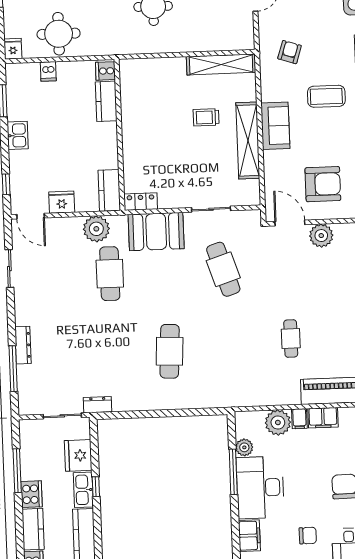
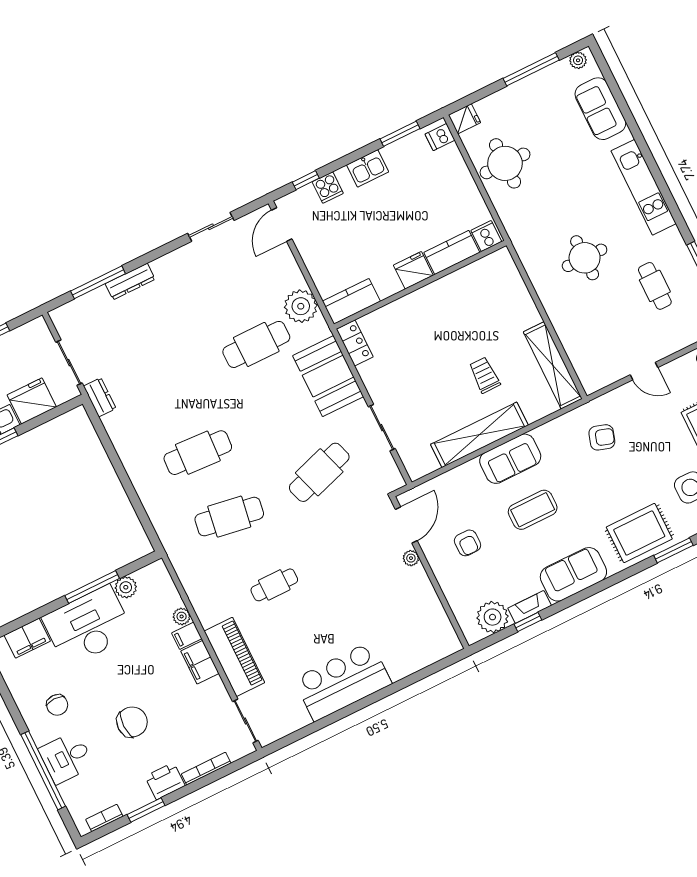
dishwasher: (48, 71) -> (440, 137), moved
coffee table: (326, 96) -> (533, 510), moved, turned 90
cooker: (19, 171) -> (328, 188), added
armchair: (323, 184) -> (468, 543), width x0.53, depth x0.53
fridge: (62, 202) -> (413, 270), moved, turned -90
plant: (321, 236) -> (411, 558), width x0.53, depth x0.53
cafe table: (226, 349) -> (229, 517), added
plant: (278, 422) -> (182, 616), width x0.53, depth x0.53

